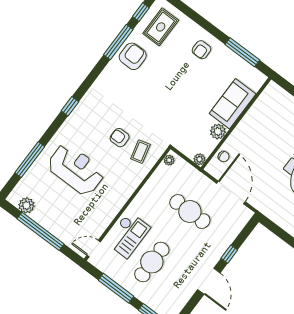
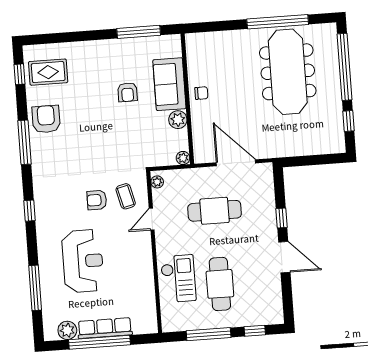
rug: (161, 27) -> (48, 72), turned 90
window: (118, 42) -> (24, 142), moved
armchair: (201, 50) -> (127, 92), moved
chair: (224, 157) -> (201, 93), moved
reception desk: (76, 169) -> (83, 261), turned 90
row of seats: (52, 225) -> (105, 328), added
door: (94, 249) -> (152, 219), moved

